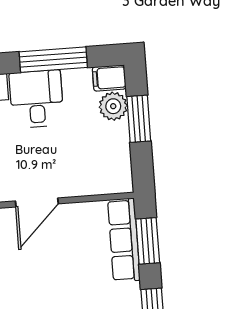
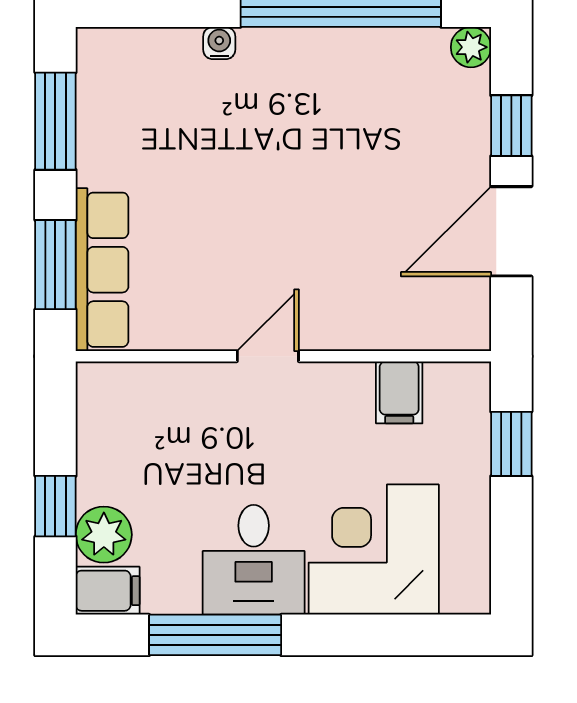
window: (139, 119) -> (55, 506), width x0.67
door: (37, 202) -> (268, 356), width x0.73

